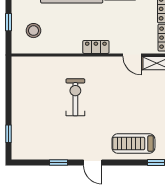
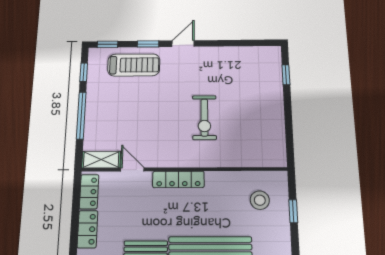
locker: (96, 47) -> (178, 179), width x1.53
window: (58, 162) -> (148, 44), moved
door: (93, 162) -> (183, 44), hinge flipped

